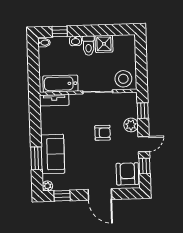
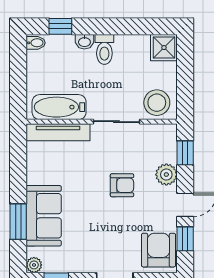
shower: (104, 44) -> (164, 48), moved
tv unit: (54, 100) -> (58, 132), width x1.41

